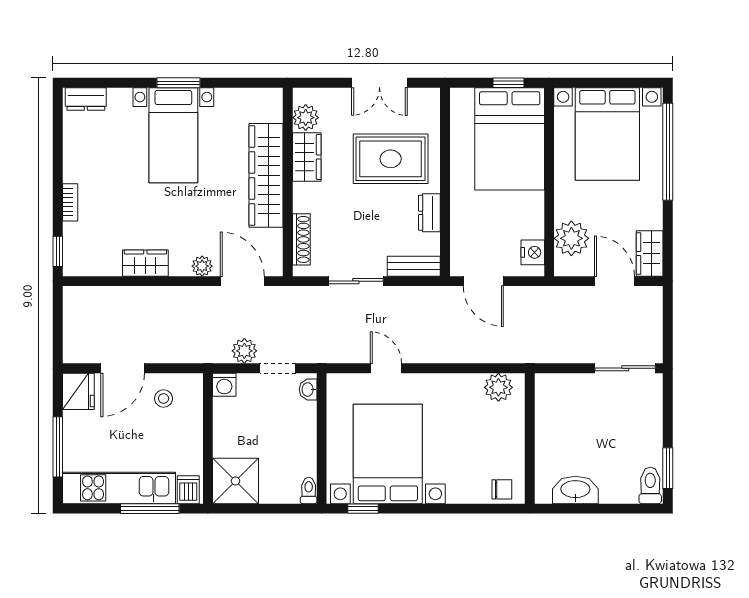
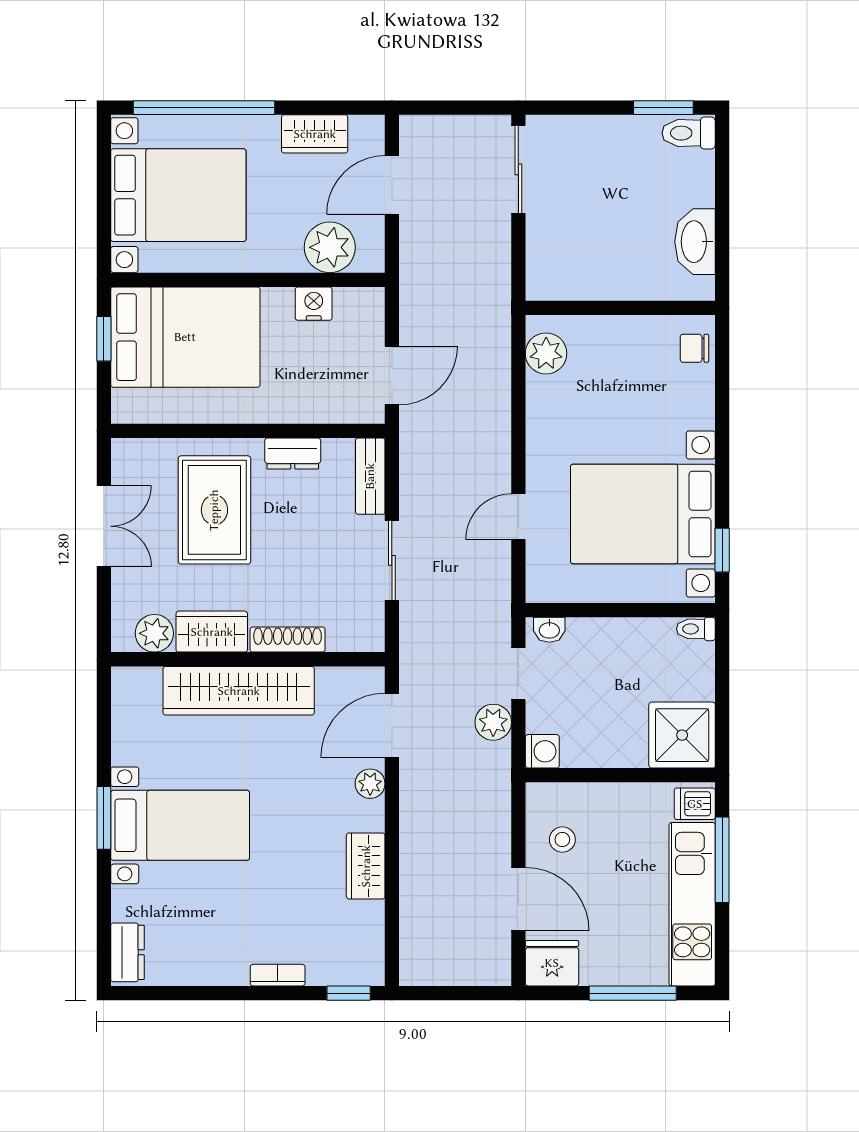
shoe rack: (301, 239) -> (288, 640), moved
nightstand: (533, 252) -> (314, 304), moved
wardrobe: (650, 253) -> (315, 134), moved
chair: (502, 489) -> (694, 348), turned -90

